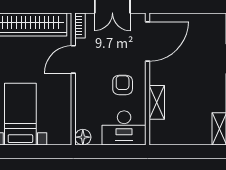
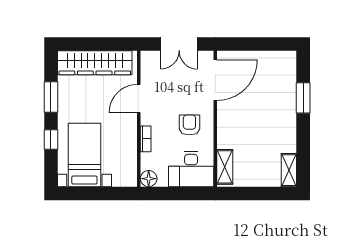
bookcase: (80, 25) -> (146, 139), moved
shelving: (157, 102) -> (225, 167), moved

